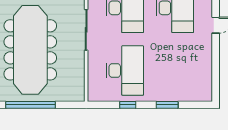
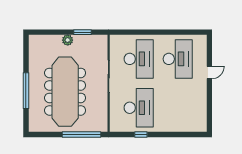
window: (31, 105) -> (81, 135), moved
window: (167, 105) -> (172, 135), removed

